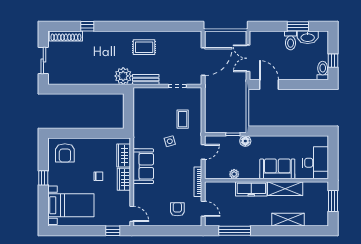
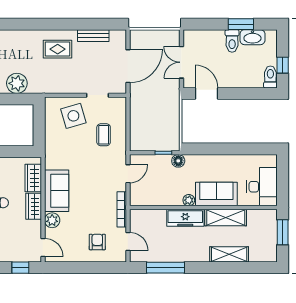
plant: (123, 76) -> (17, 83), moved
bench: (146, 80) -> (93, 36), moved
side table: (170, 141) -> (73, 116), moved, width x1.87, depth x1.87
plant: (234, 174) -> (189, 200), moved
plant: (139, 191) -> (52, 220), added

